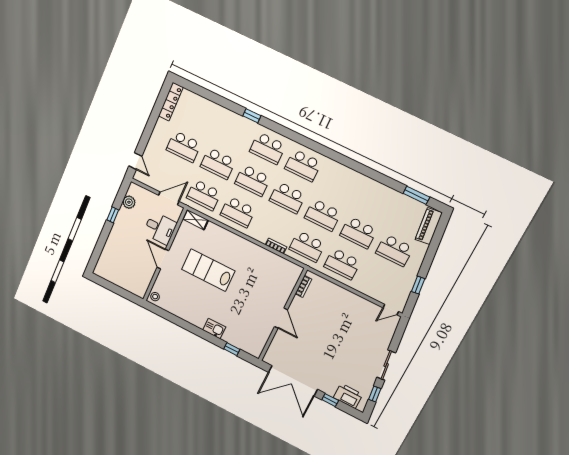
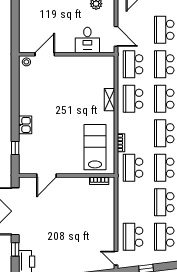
shelving: (196, 220) -> (110, 100), moved
door: (163, 259) -> (45, 54), moved
school desk: (342, 264) -> (133, 237), moved
lab bench: (208, 270) -> (95, 147), moved
door: (281, 318) -> (46, 176), moved

